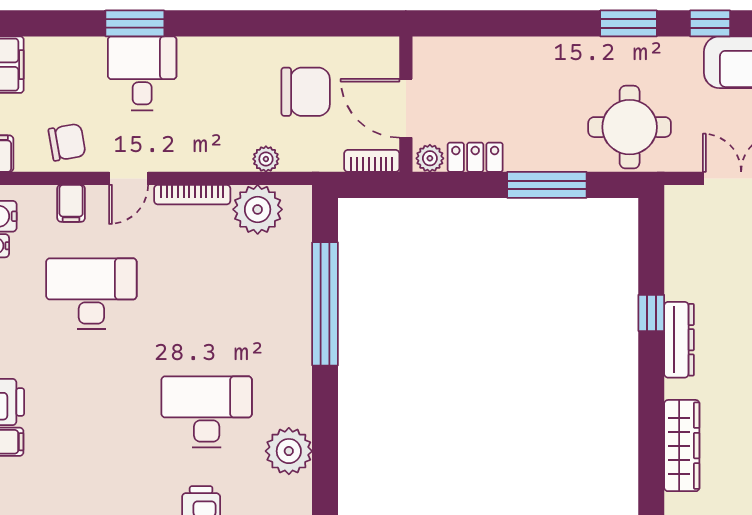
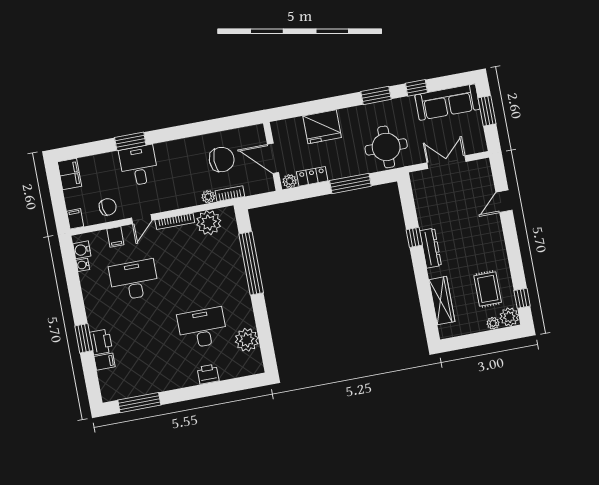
fridge: (512, 64) -> (322, 127), added
bookcase: (372, 161) -> (230, 194), moved

